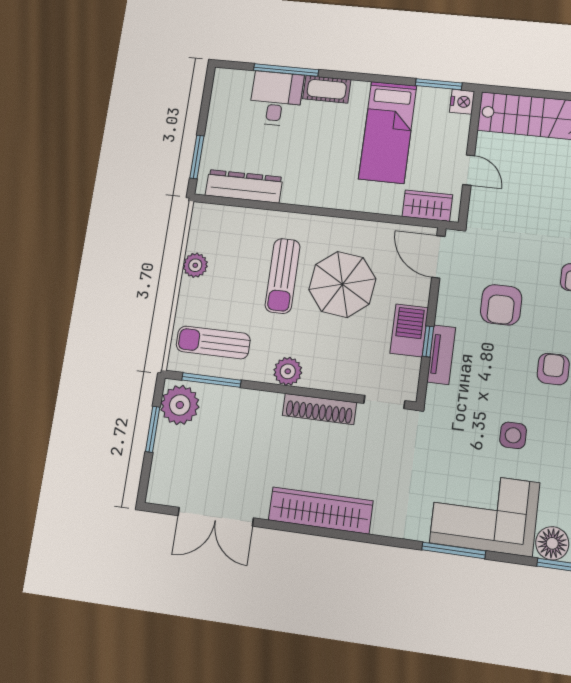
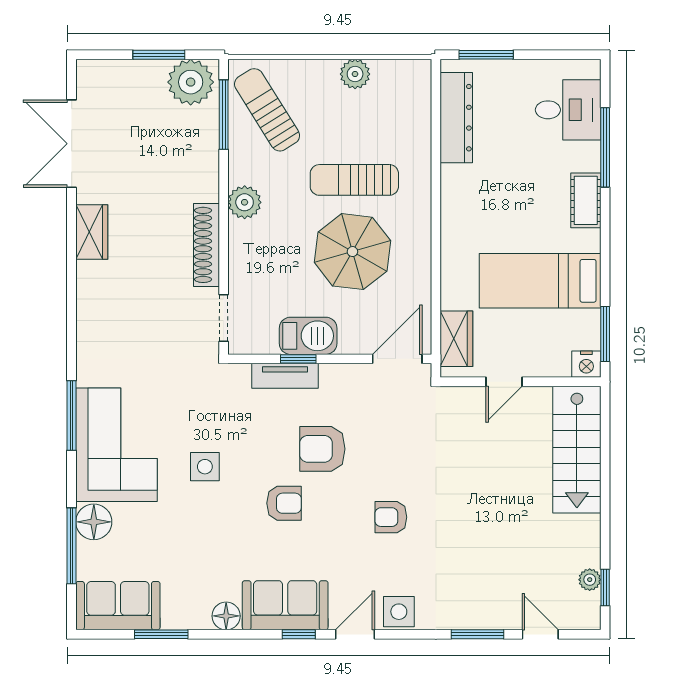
desk: (276, 99) -> (568, 110), moved
armchair: (501, 305) -> (322, 449), moved
sun lounger: (213, 342) -> (267, 110), turned -32
wardrobe: (321, 510) -> (92, 232), width x0.48, depth x0.85

